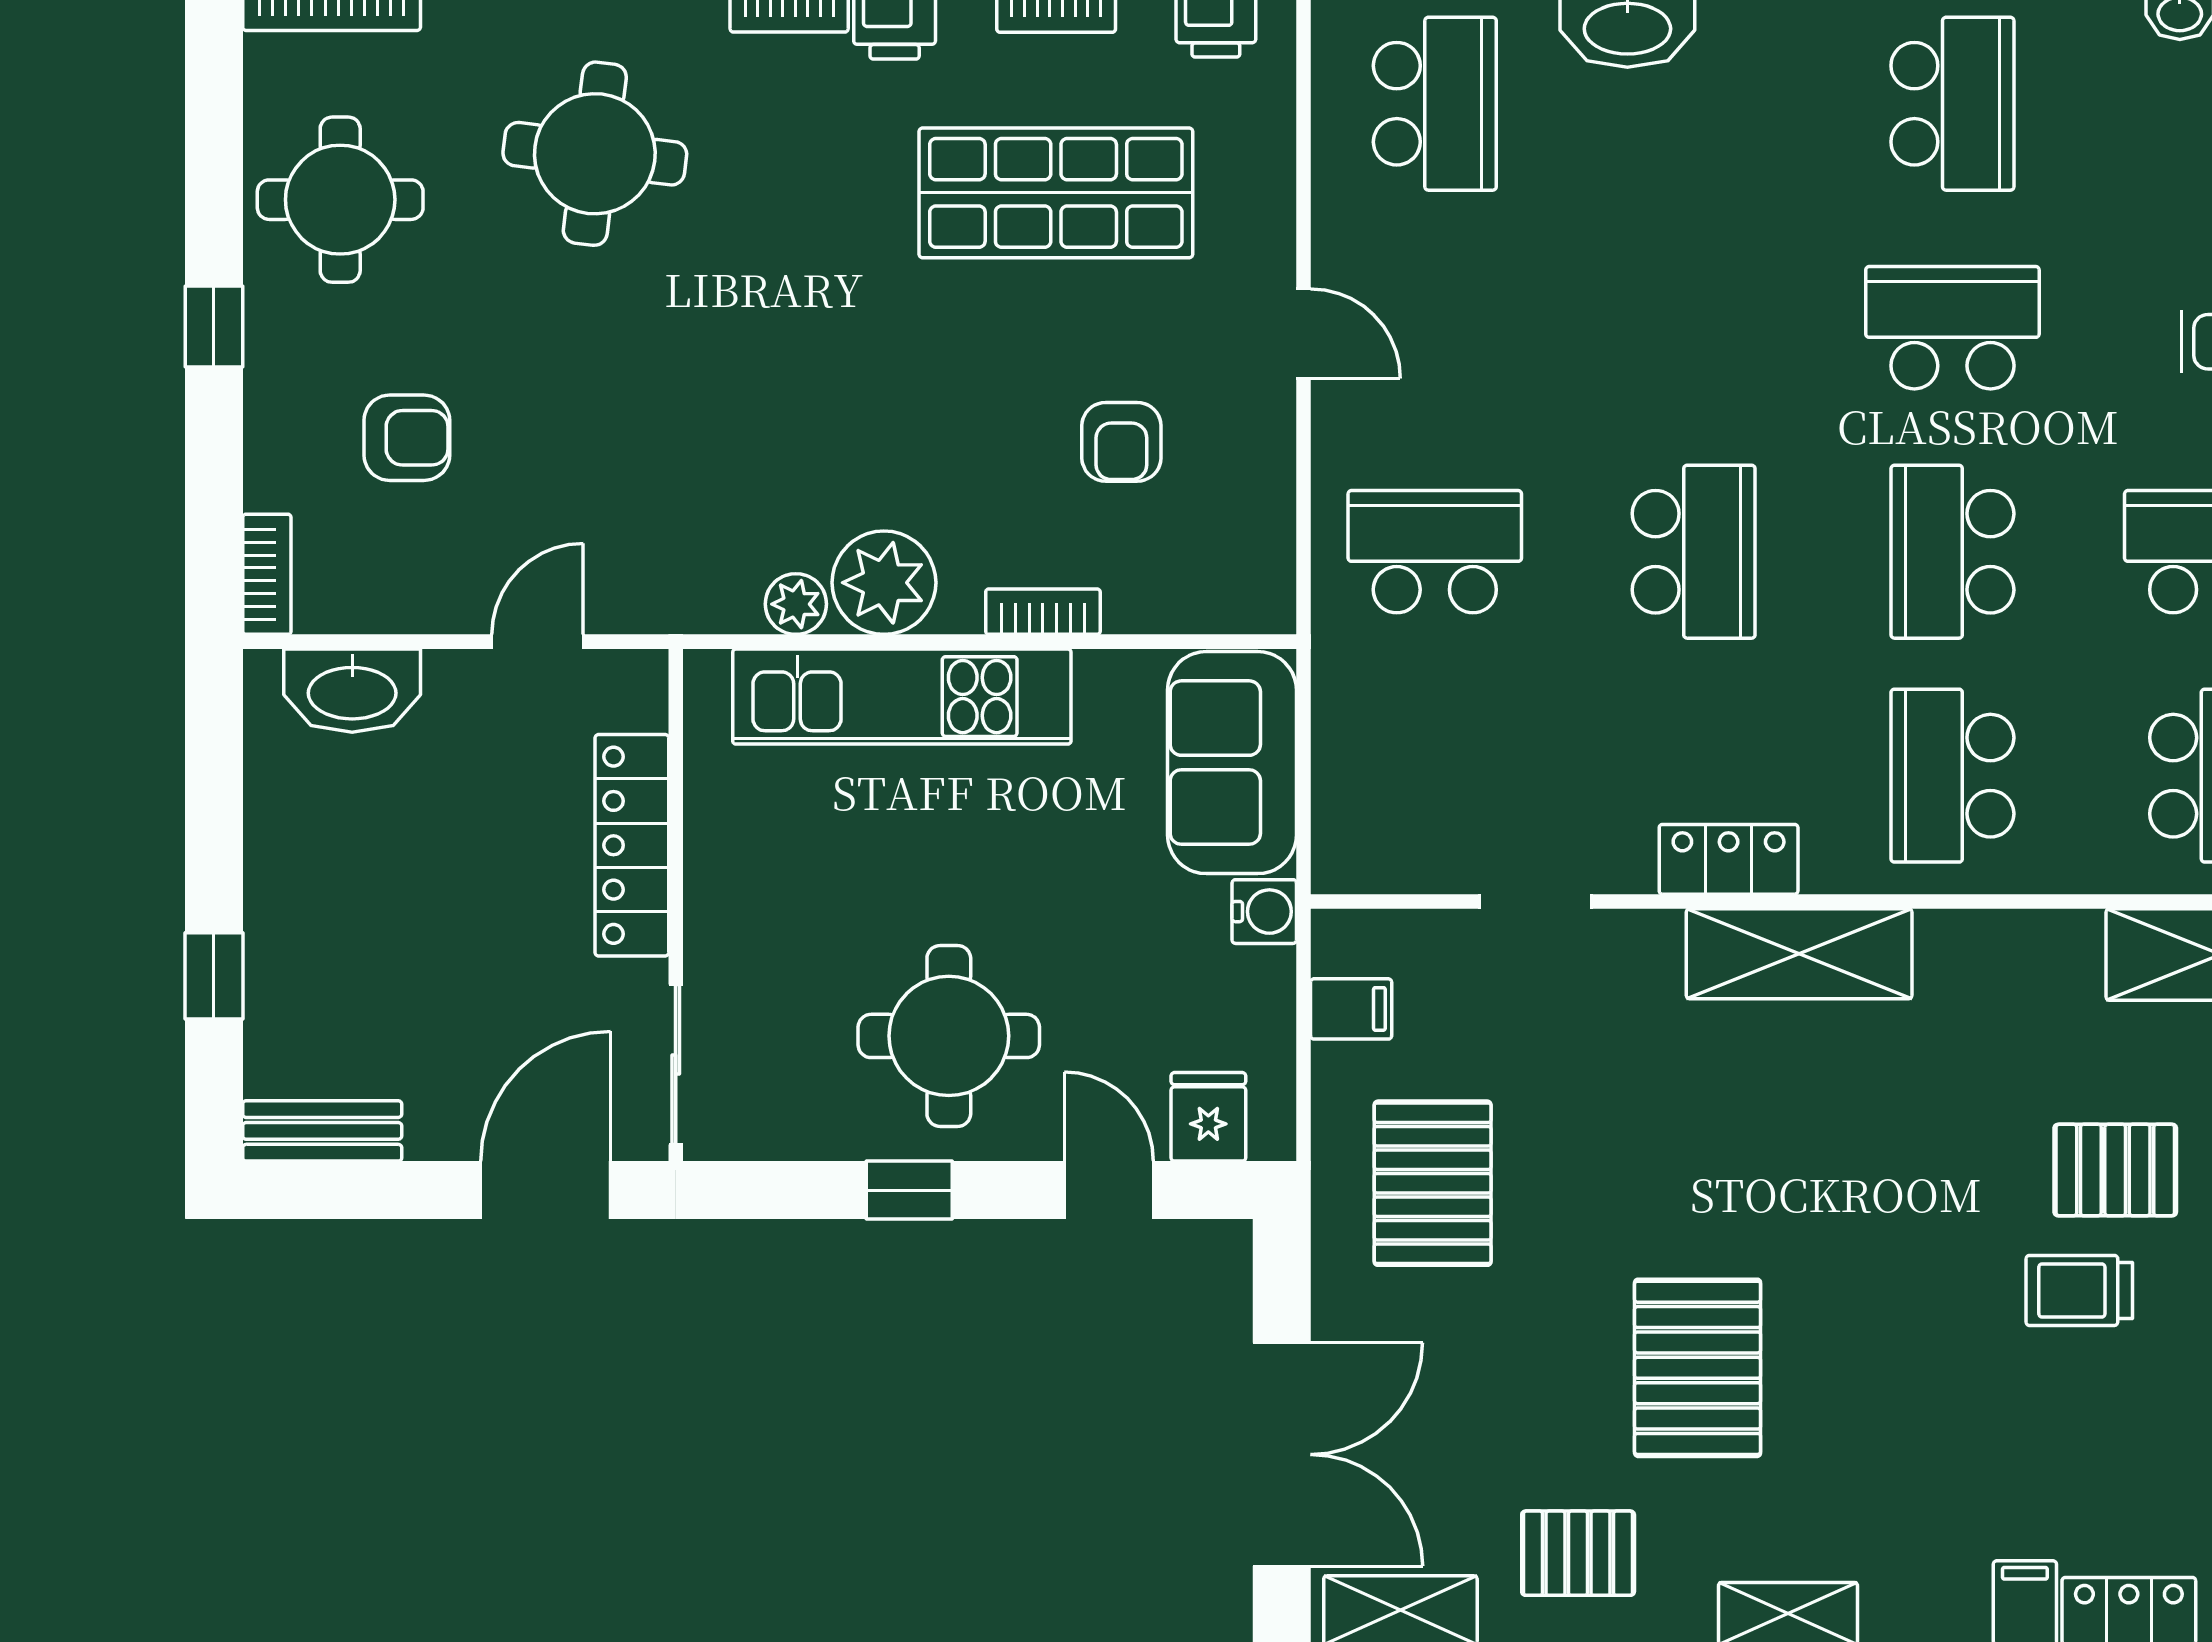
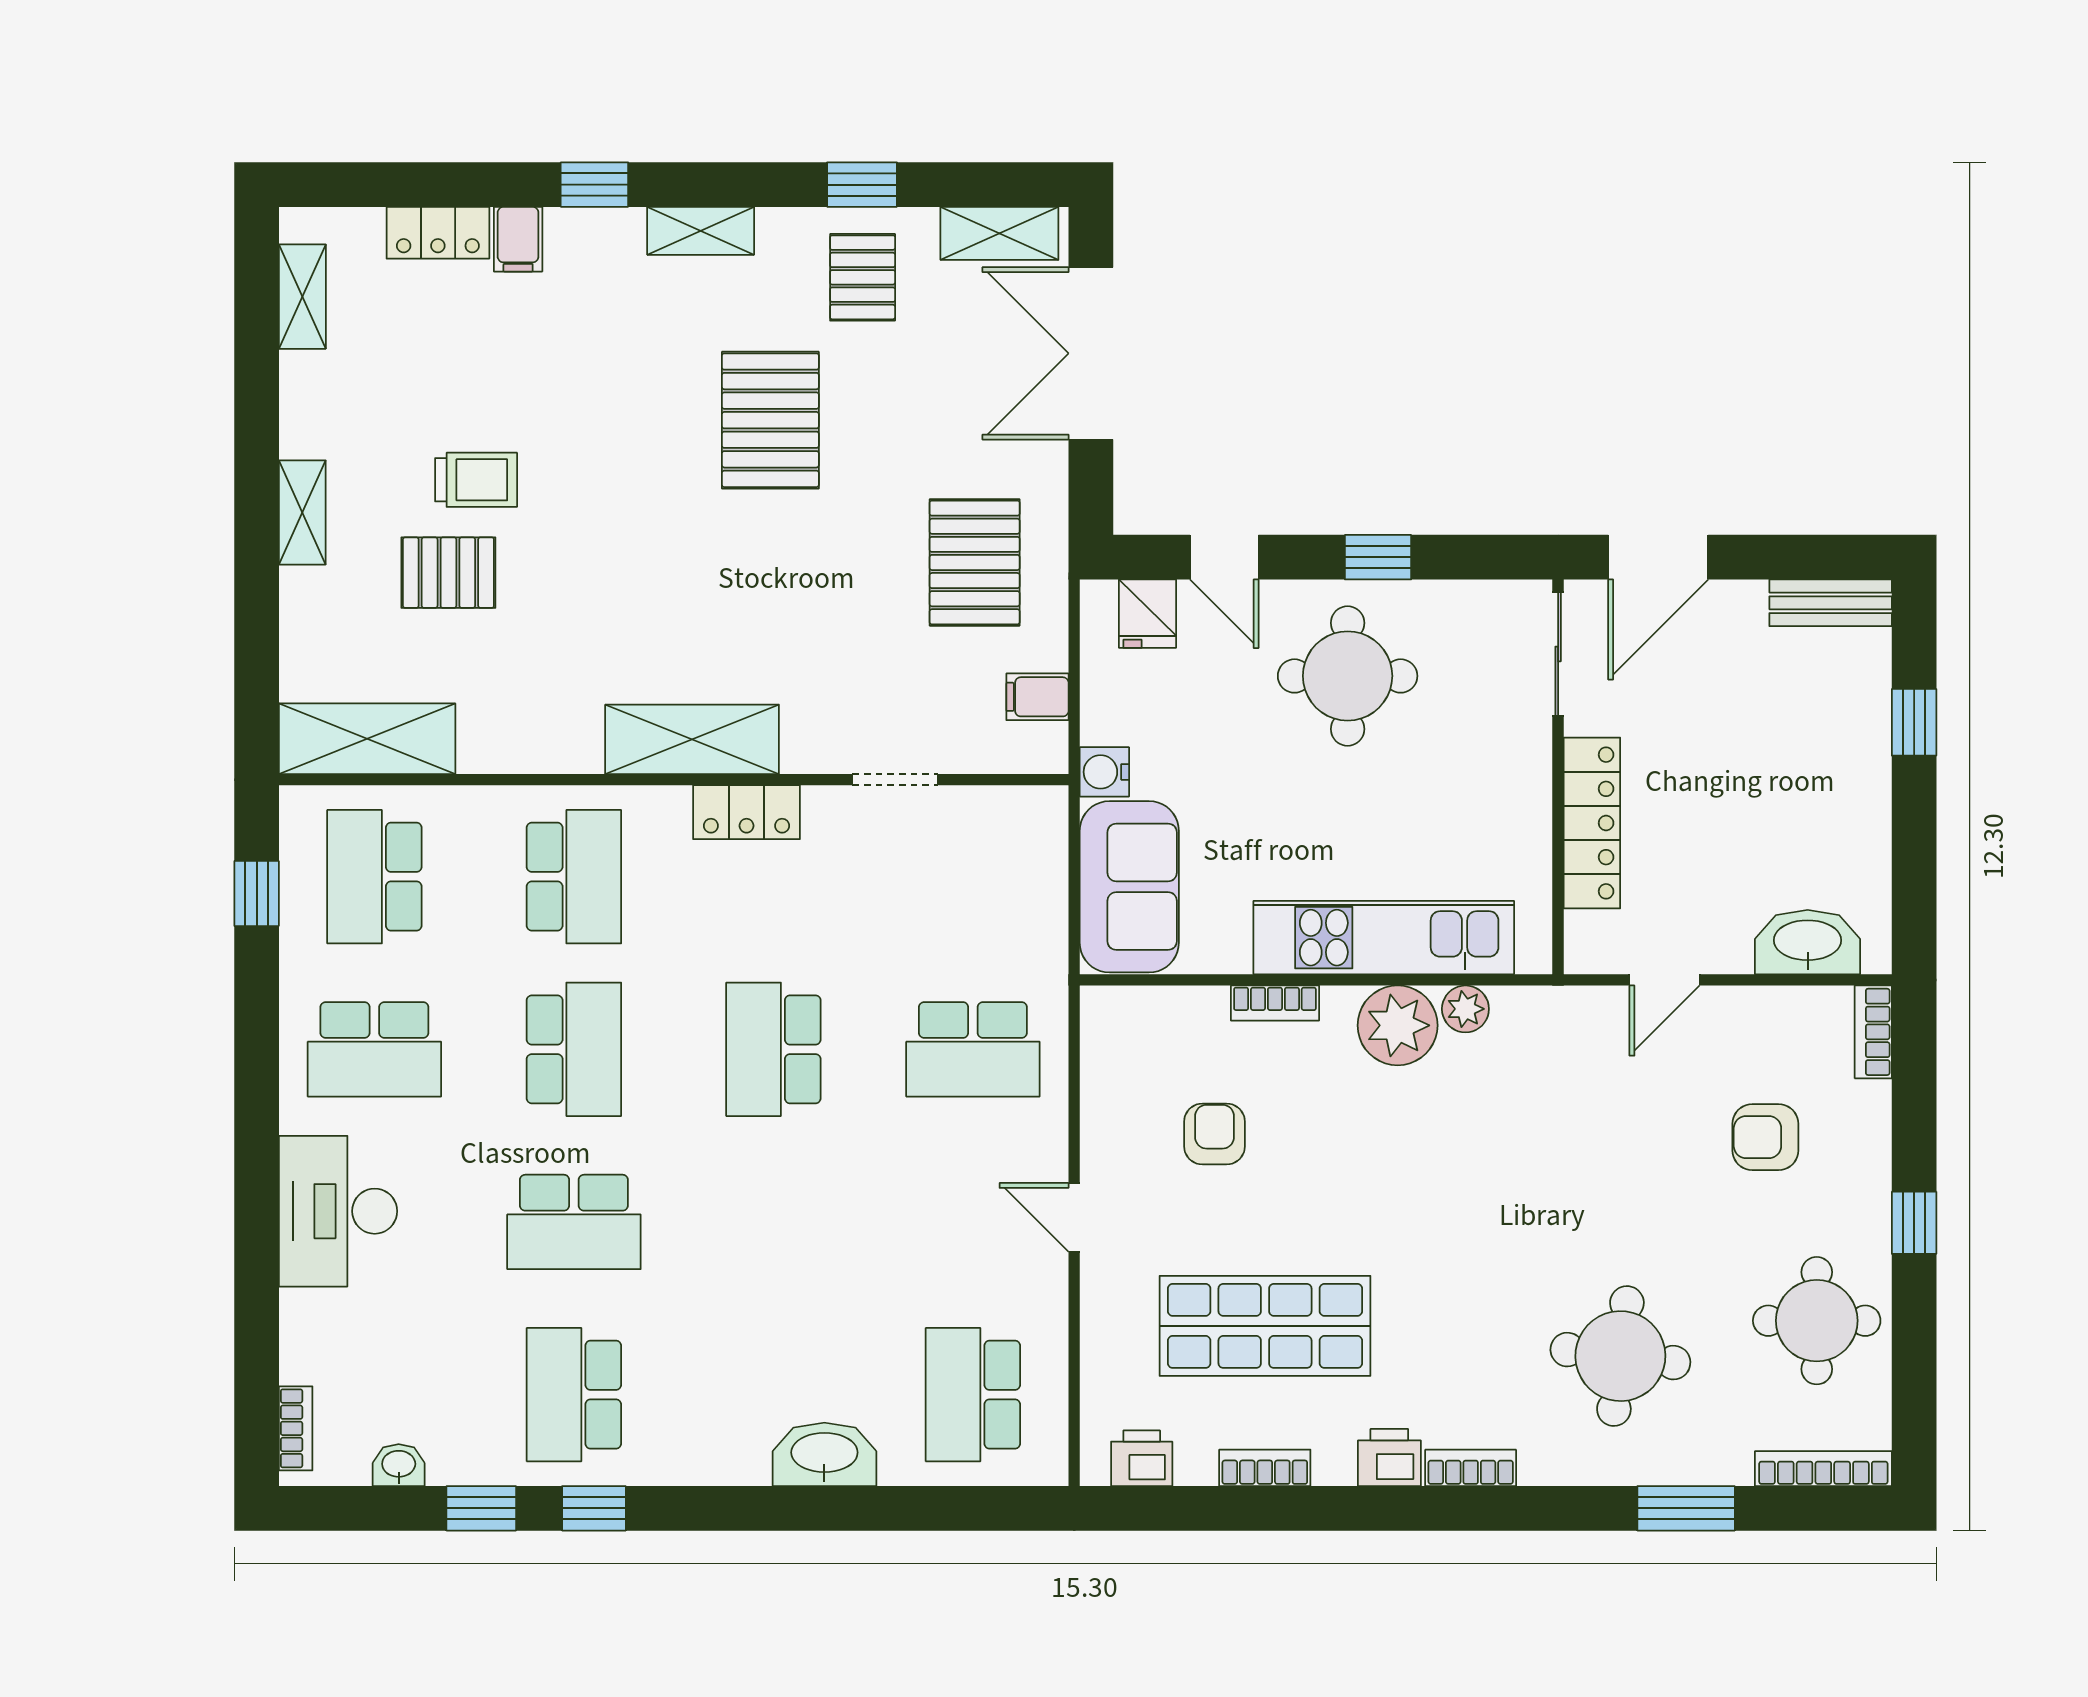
pallet: (1578, 1553) -> (863, 277), turned 90

